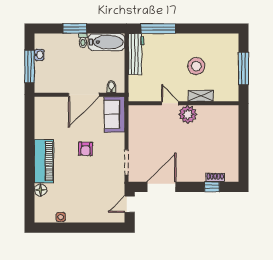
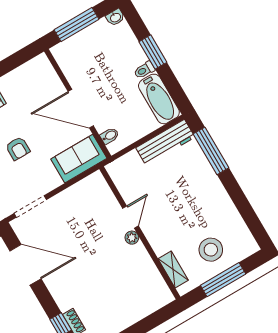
washbasin: (39, 55) -> (115, 17), moved
stool: (196, 66) -> (211, 250), moved
shelving: (201, 96) -> (173, 270), moved
plant: (188, 114) -> (132, 238), width x0.53, depth x0.53
armchair: (86, 149) -> (18, 148), turned -92

